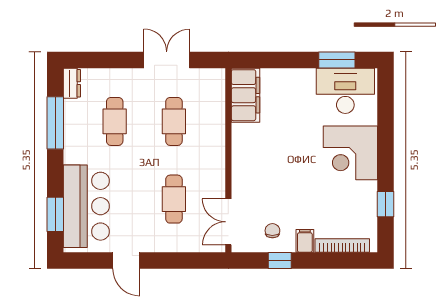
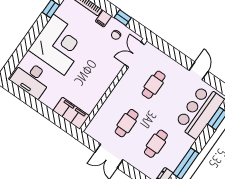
window: (337, 60) -> (25, 97), removed
filing cabinet: (246, 95) -> (71, 113), moved, turned 90
corner desk: (350, 153) -> (59, 45), width x1.36, depth x1.36
double door: (228, 222) -> (135, 55), swing flipped

